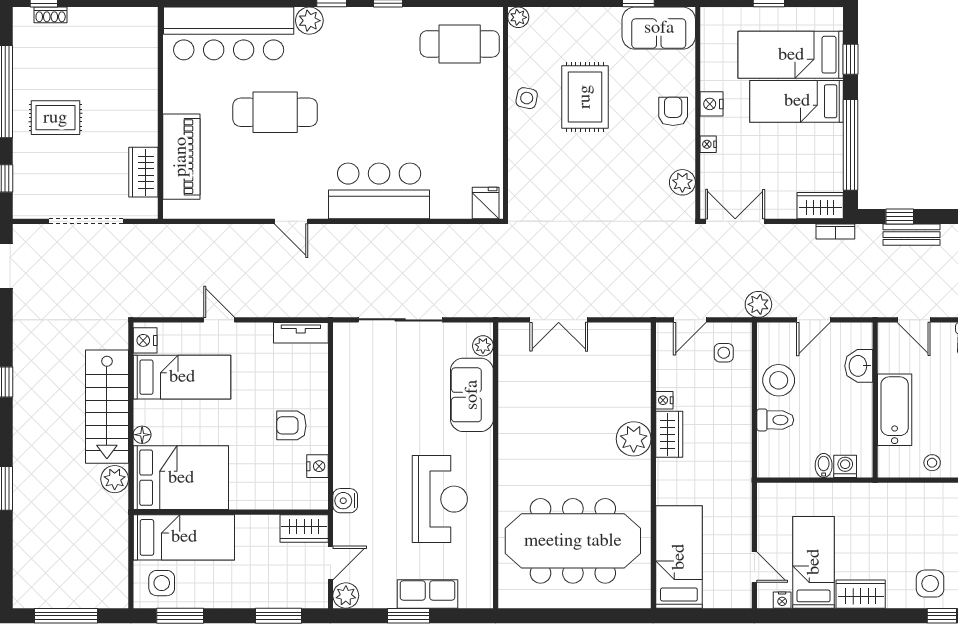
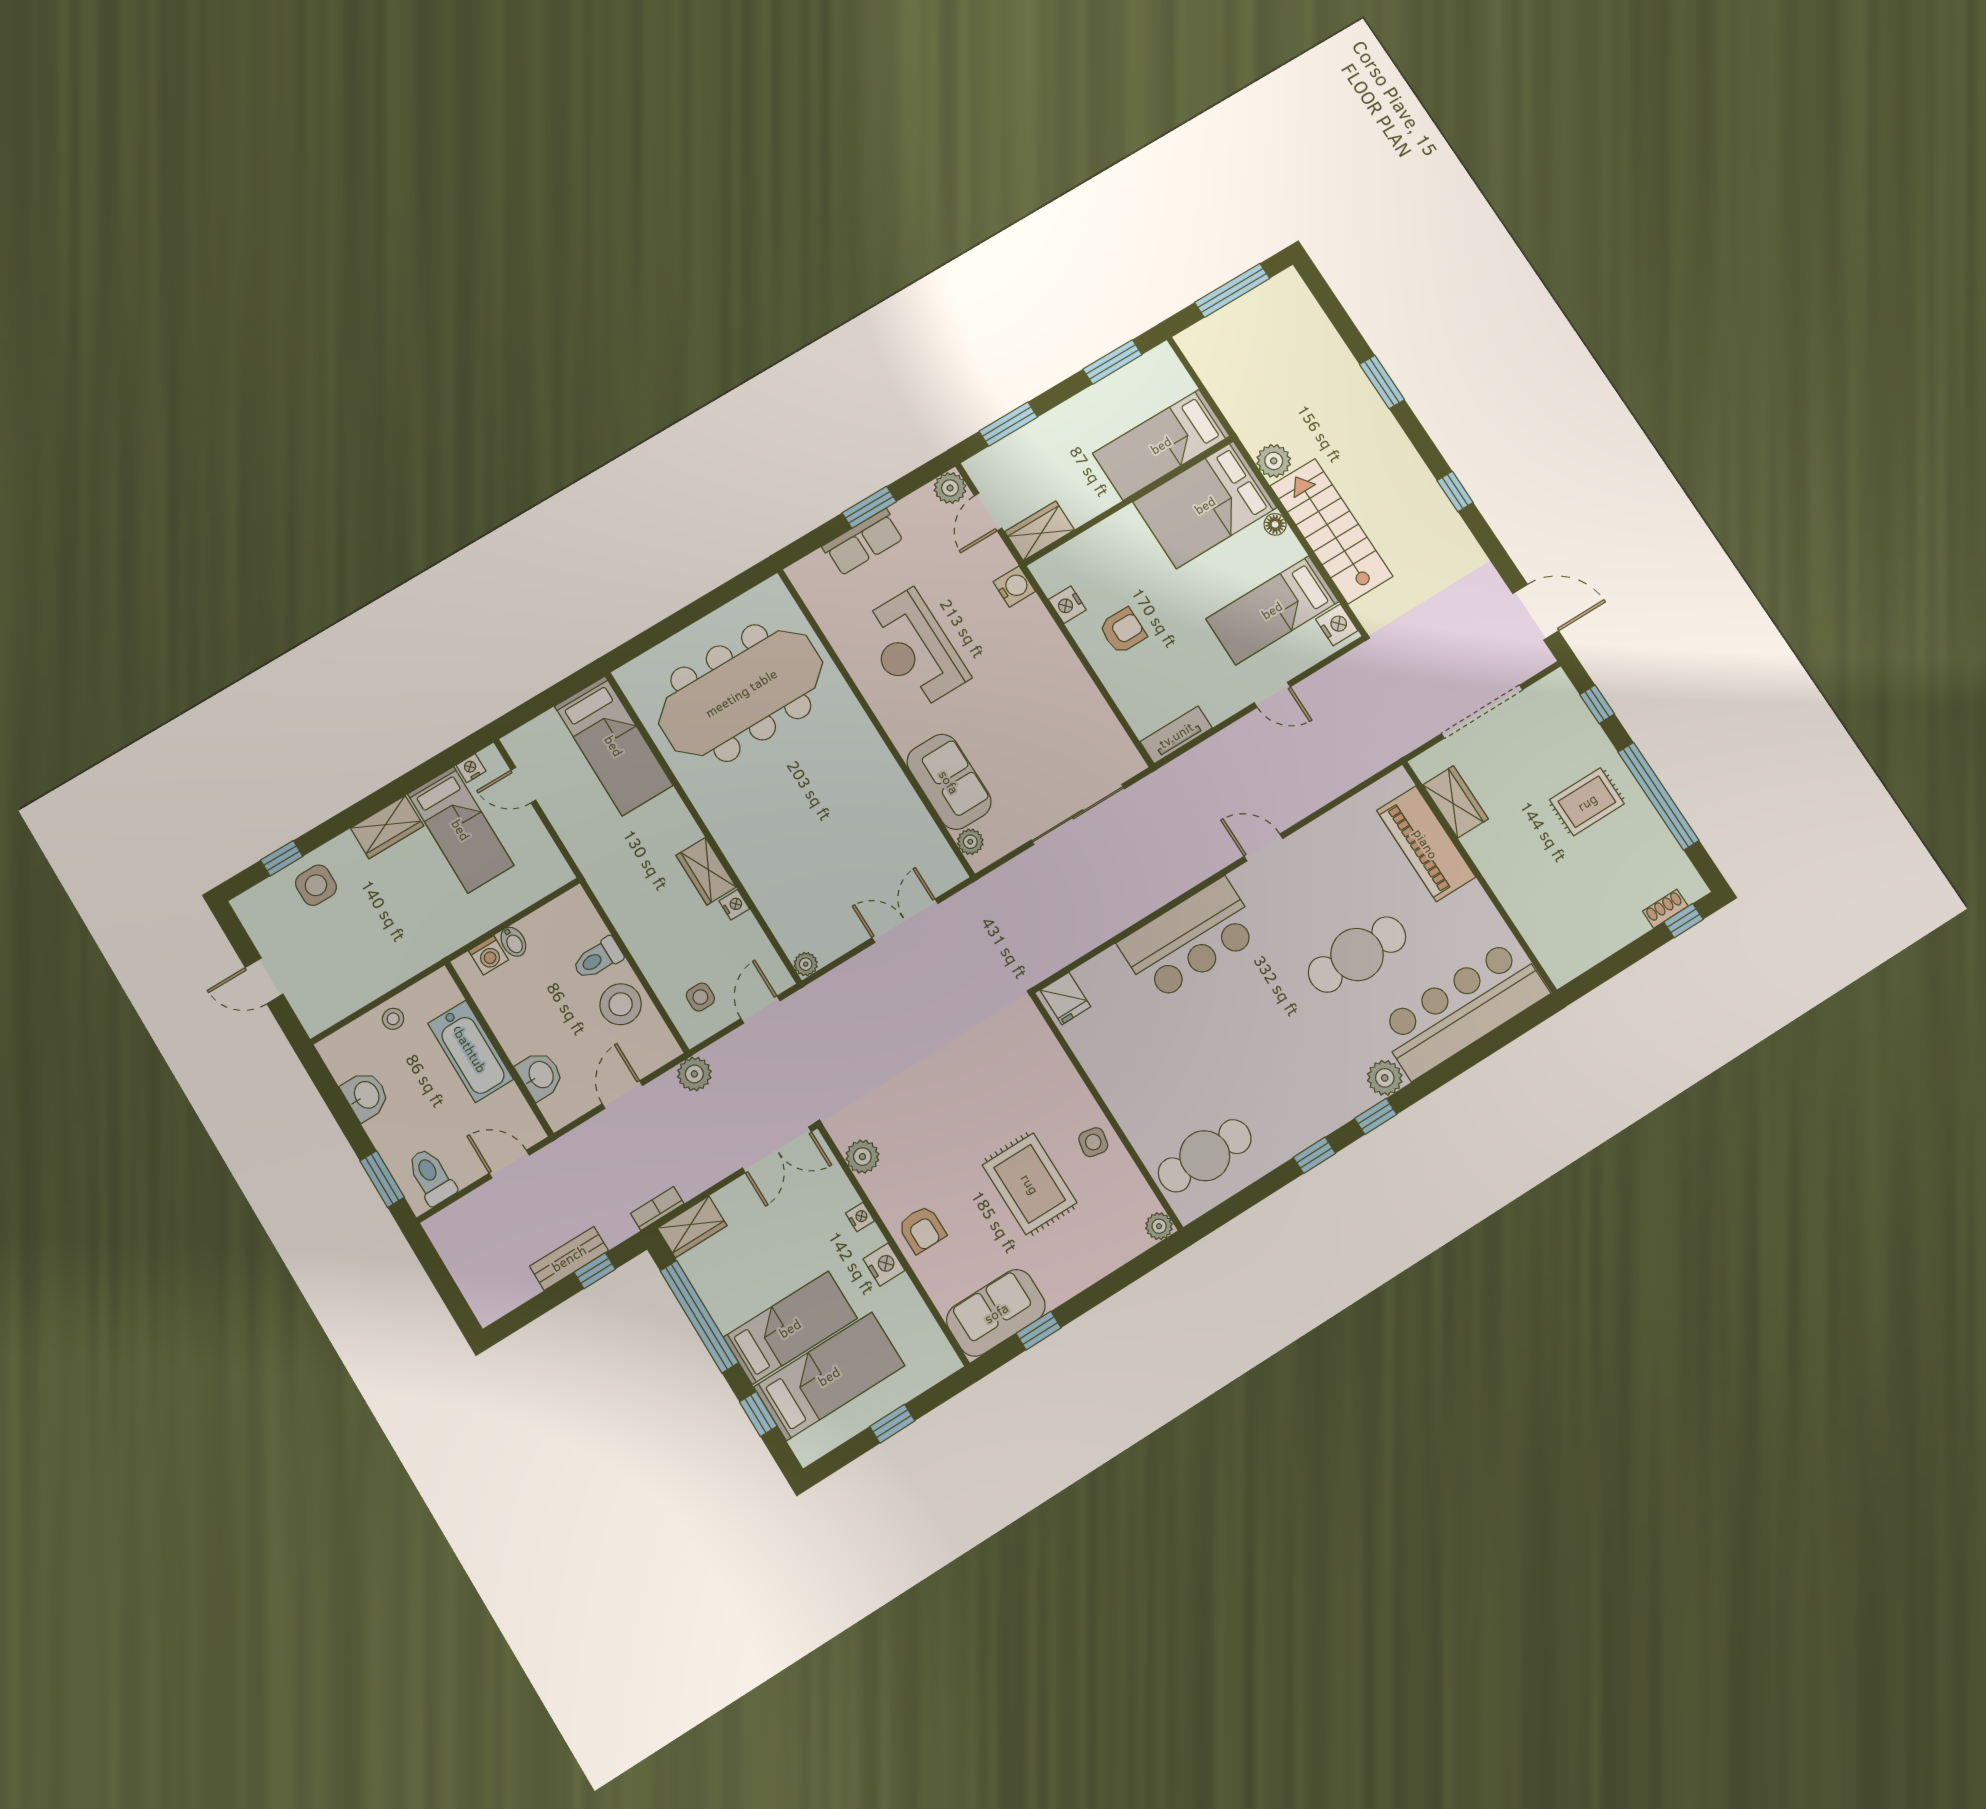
plant: (634, 439) -> (806, 964), moved, width x0.53, depth x0.53
side table: (162, 583) -> (1154, 384), removed

